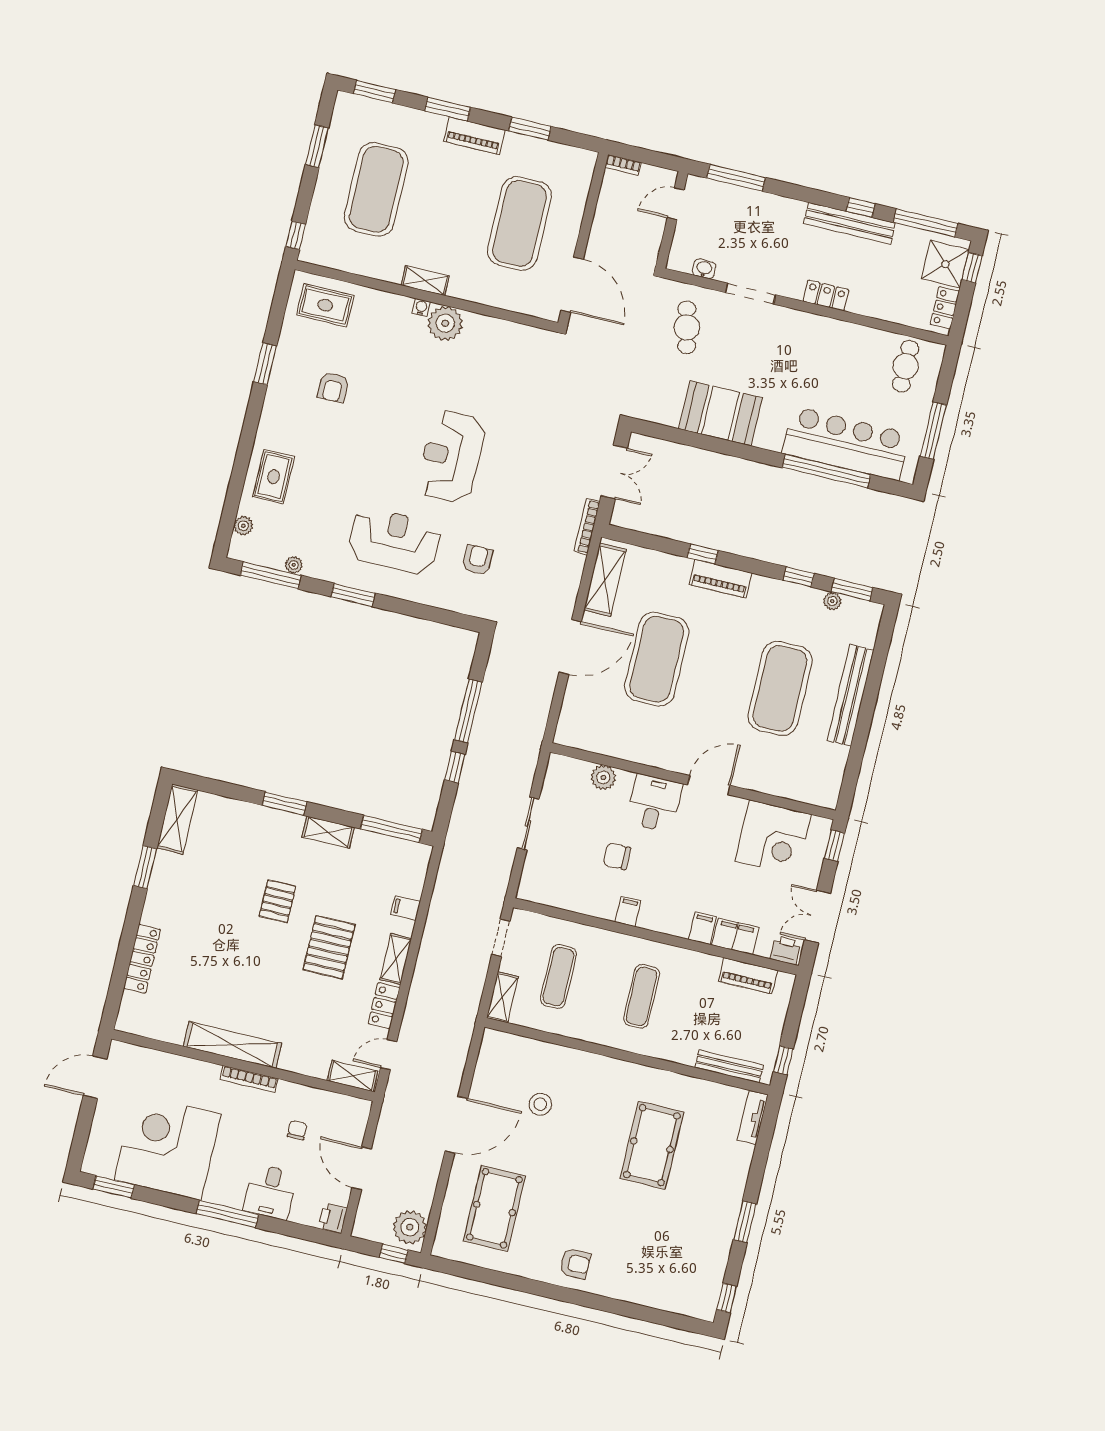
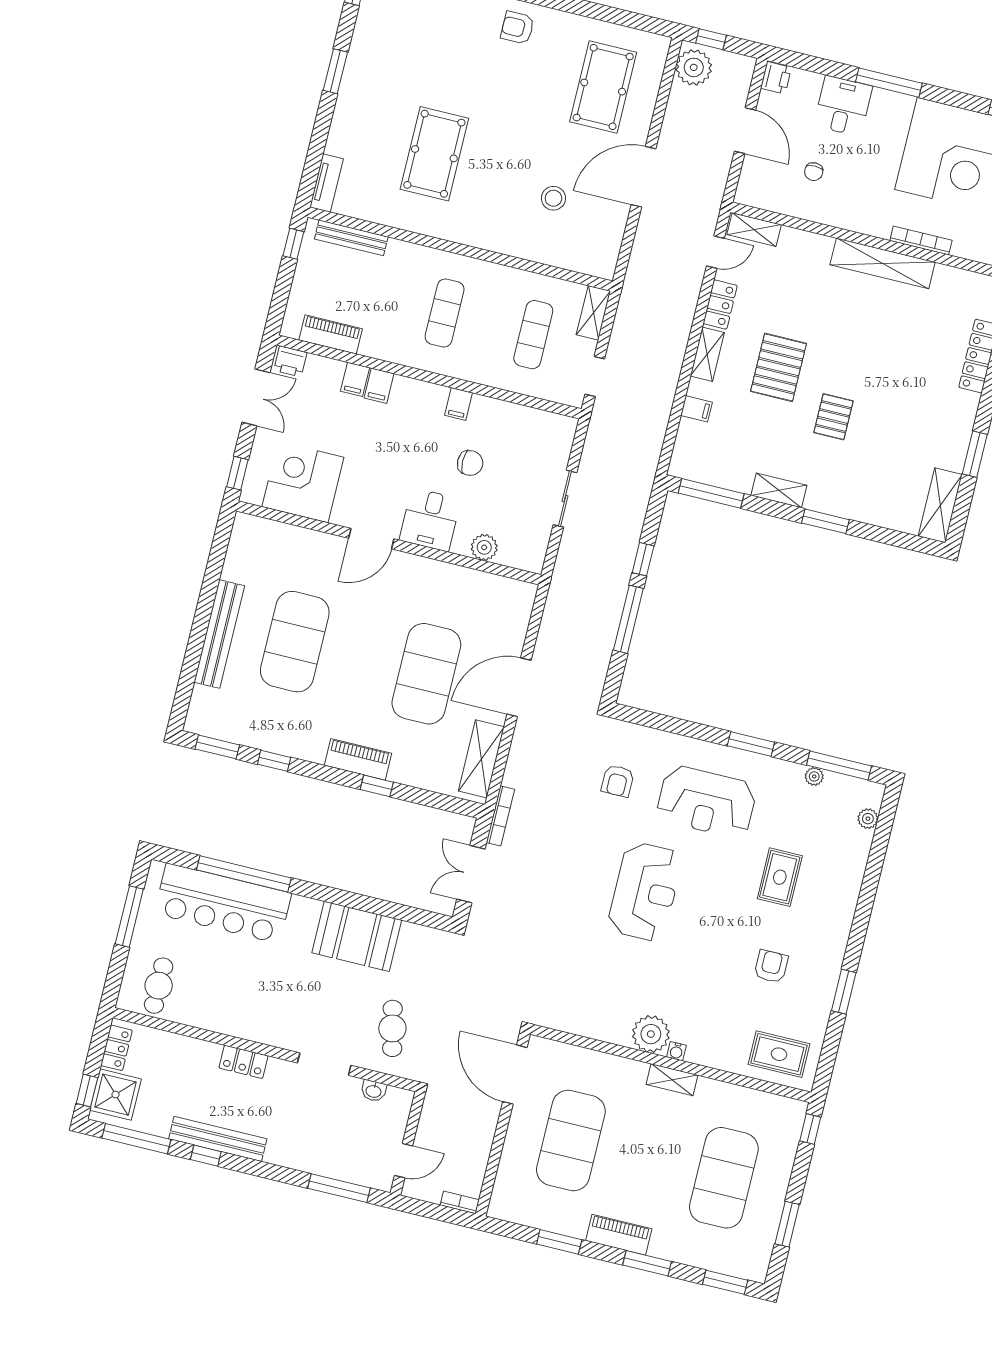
rug: (274, 477) -> (780, 877), moved
plant: (832, 601) -> (238, 735), removed
filing cabinet: (735, 936) -> (355, 379), width x0.50
bookcase: (249, 1079) -> (921, 241), moved

